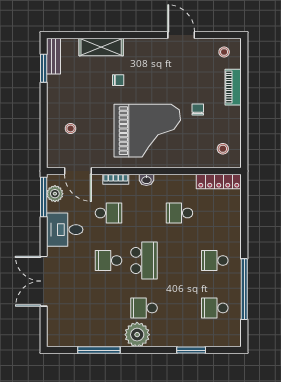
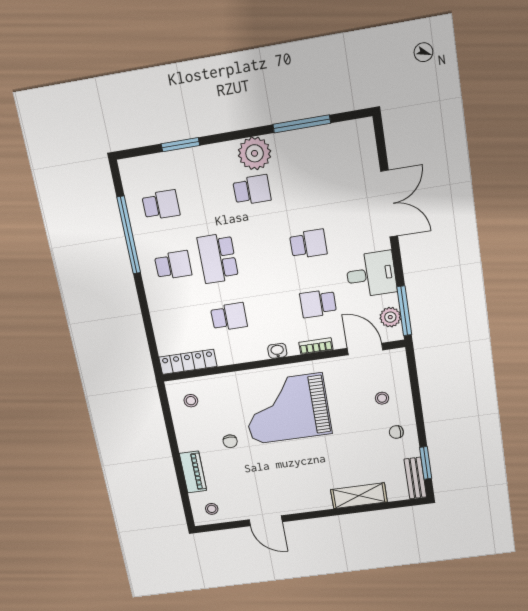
chair: (118, 80) -> (396, 432), moved
school desk: (144, 260) -> (218, 258), moved

